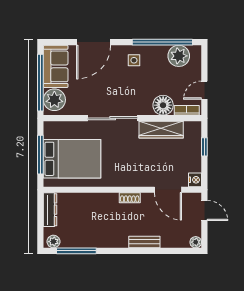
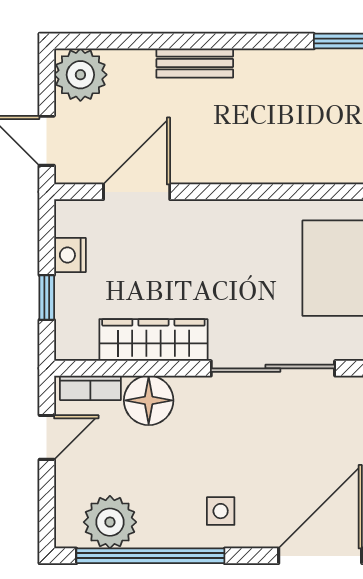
nightstand: (195, 180) -> (70, 255), moved
door: (168, 190) -> (137, 192), hinge flipped
shoe rack: (130, 198) -> (231, 172), removed
plant: (196, 242) -> (80, 75), width x1.87, depth x1.87

